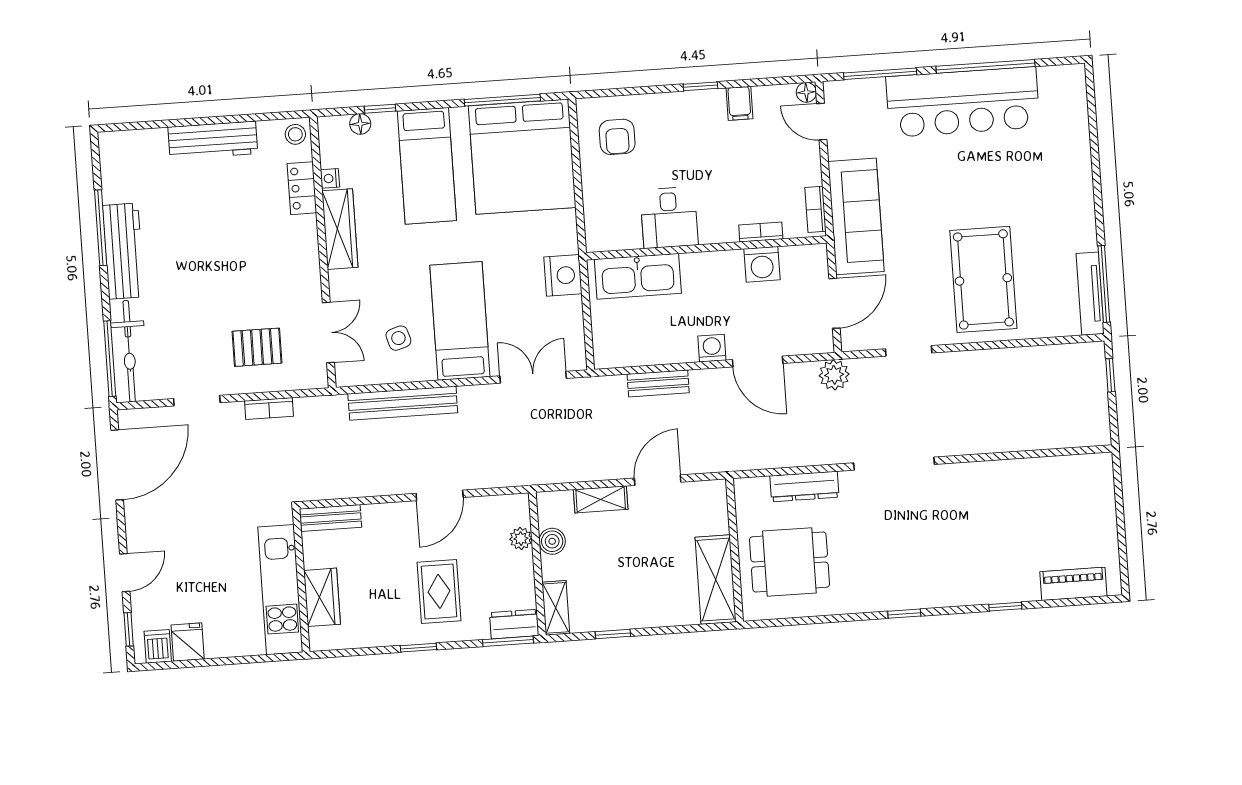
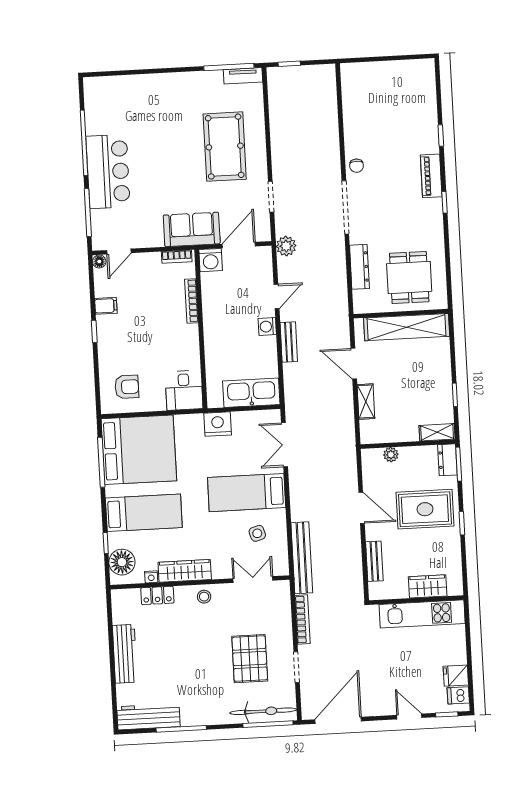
bar counter: (963, 102) -> (108, 172), width x0.73
floor lamp: (360, 124) -> (122, 562), width x1.89, depth x1.89
stool: (295, 134) -> (204, 597), moved
sofa: (856, 216) -> (192, 229), width x0.73
desk: (669, 218) -> (184, 390), moved, turned 90
bookcase: (761, 232) -> (191, 301), width x1.56
workbench: (123, 251) -> (148, 717), moved
washing machine: (762, 264) -> (211, 260), moved, turned 90
kitchen sink: (638, 276) -> (251, 393), moved, turned -90
pool table: (983, 279) -> (225, 147), turned 90
tv unit: (1090, 294) -> (243, 76), width x0.71
door: (834, 303) -> (239, 245), hinge flipped
pallet: (257, 347) -> (250, 659), moved, width x1.50, depth x1.42
door: (758, 361) -> (276, 296), width x0.73
bench: (658, 383) -> (289, 342), moved
bench: (403, 403) -> (302, 558), moved
bookcase: (269, 409) -> (302, 620), width x1.56
door: (117, 465) -> (338, 720), hinge flipped
chair: (958, 480) -> (357, 166), added
bench: (331, 518) -> (374, 561), moved
boiler: (552, 541) -> (393, 434), removed
shelving: (716, 580) -> (407, 327), width x1.47
piano: (1073, 584) -> (431, 176), moved
rug: (439, 591) -> (425, 509), width x1.36, depth x1.43

